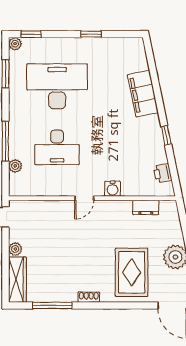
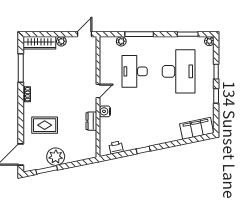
window: (31, 34) -> (216, 72), moved
filing cabinet: (143, 94) -> (197, 128), moved
door: (84, 198) -> (98, 91), swing flipped
dresser: (146, 207) -> (91, 121), moved
rug: (132, 272) -> (45, 125), width x0.73, depth x0.70

